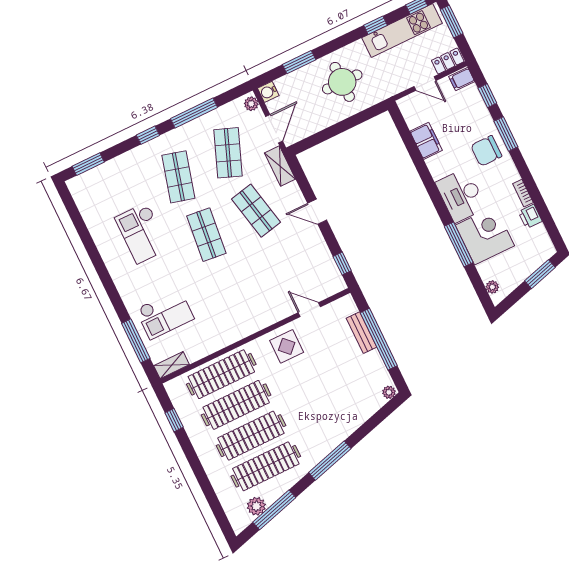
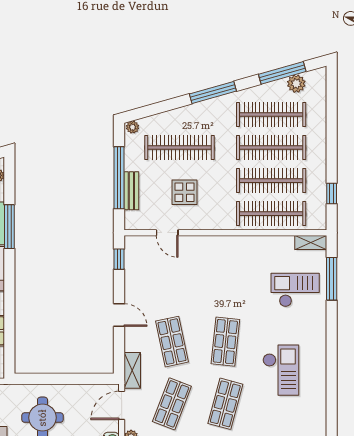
display table: (287, 346) -> (185, 192), moved
clothes rail: (336, 394) -> (180, 148), added

